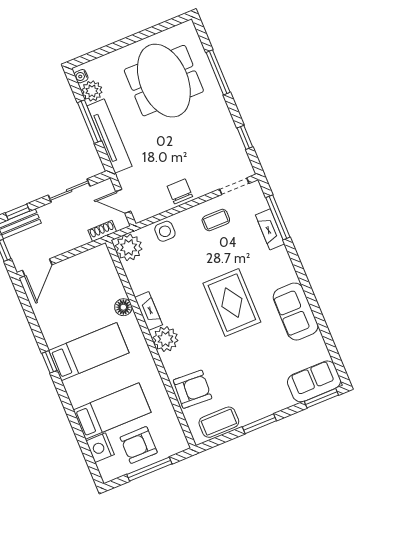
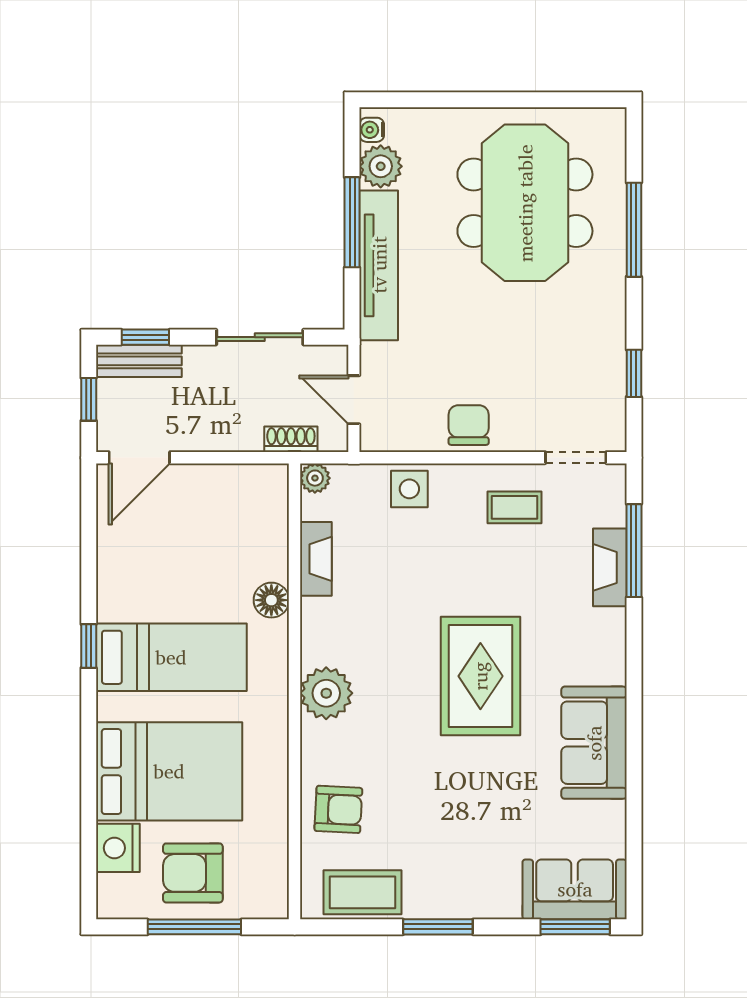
plant: (129, 247) -> (315, 478), width x0.53, depth x0.53
fireplace: (148, 311) -> (316, 559), moved
armchair: (193, 389) -> (338, 809), width x0.72, depth x0.72
bed: (112, 411) -> (169, 771), width x1.50

